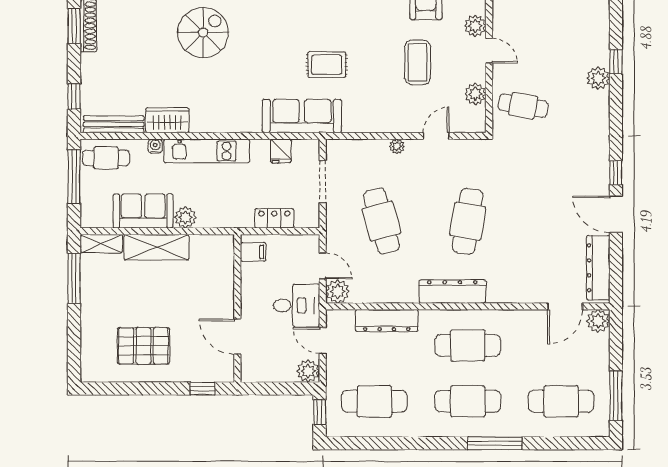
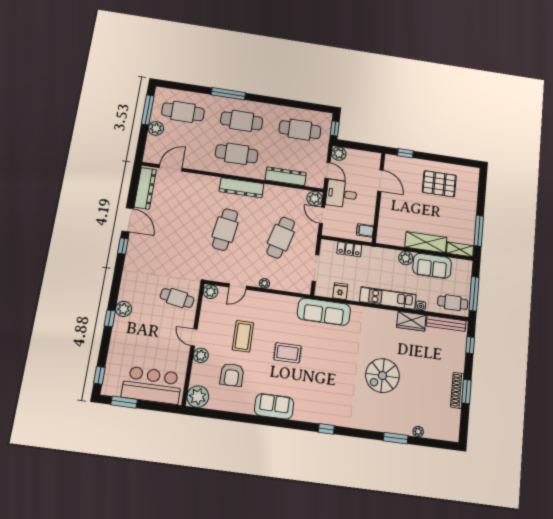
rug: (327, 65) -> (287, 353), moved
plant: (475, 94) -> (210, 292), moved
cafe table: (381, 221) -> (281, 238), turned 30
plant: (598, 321) -> (156, 128), moved

